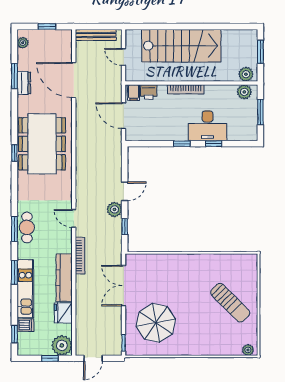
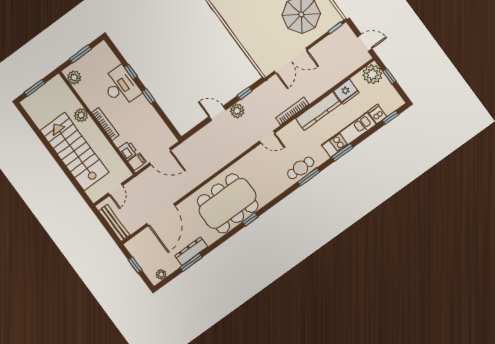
plant: (246, 74) -> (81, 115), moved
dresser: (24, 83) -> (191, 251), width x1.44
door: (124, 116) -> (160, 157), hinge flipped
door: (74, 218) -> (267, 137), hinge flipped

